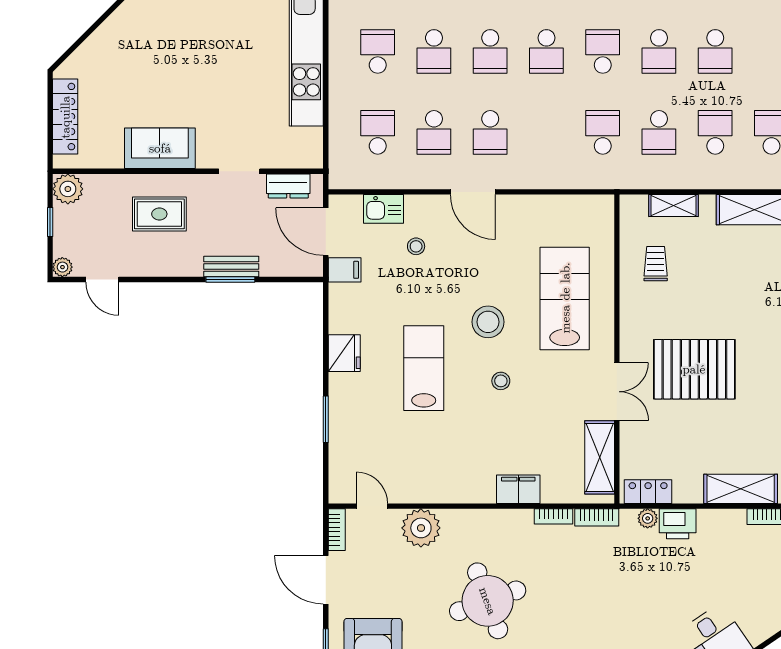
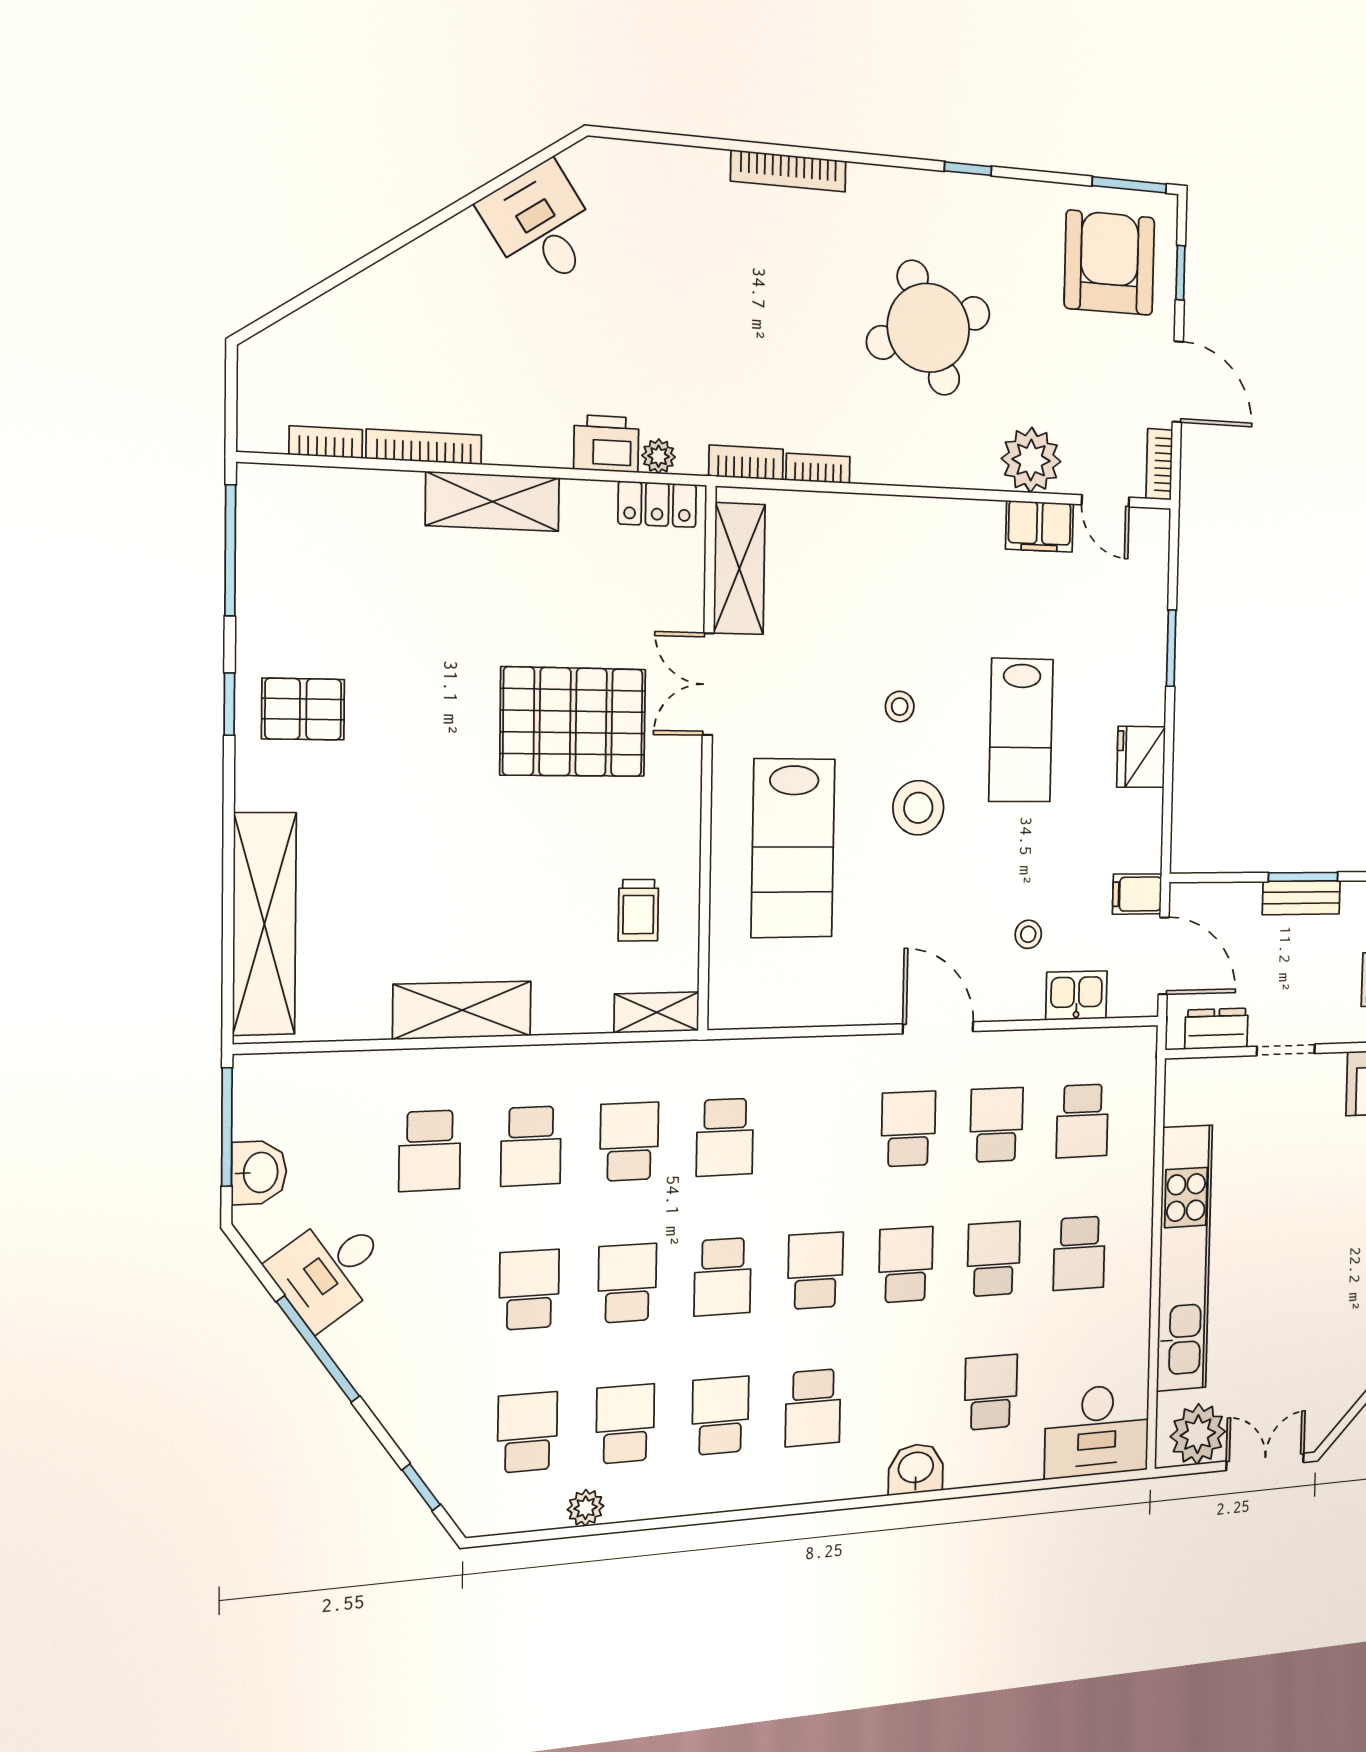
shelving: (673, 206) -> (657, 1012), moved
filing cabinet: (518, 489) -> (1040, 526), moved

